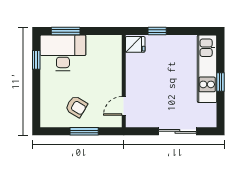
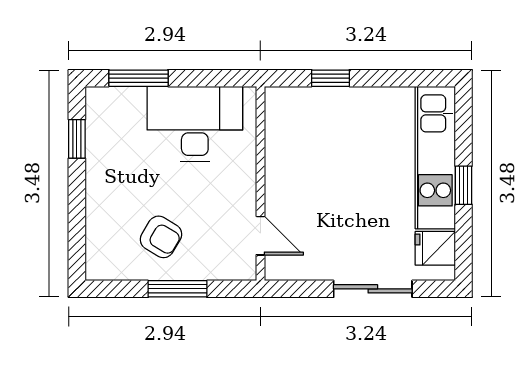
fridge: (135, 44) -> (435, 248), moved, turned 180
desk: (63, 53) -> (195, 124), moved
door: (124, 106) -> (260, 236), swing flipped

